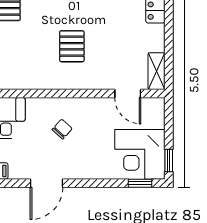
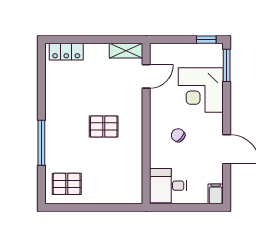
corner desk: (140, 154) -> (201, 90), moved, turned 90
window: (140, 183) -> (227, 65), width x1.50

